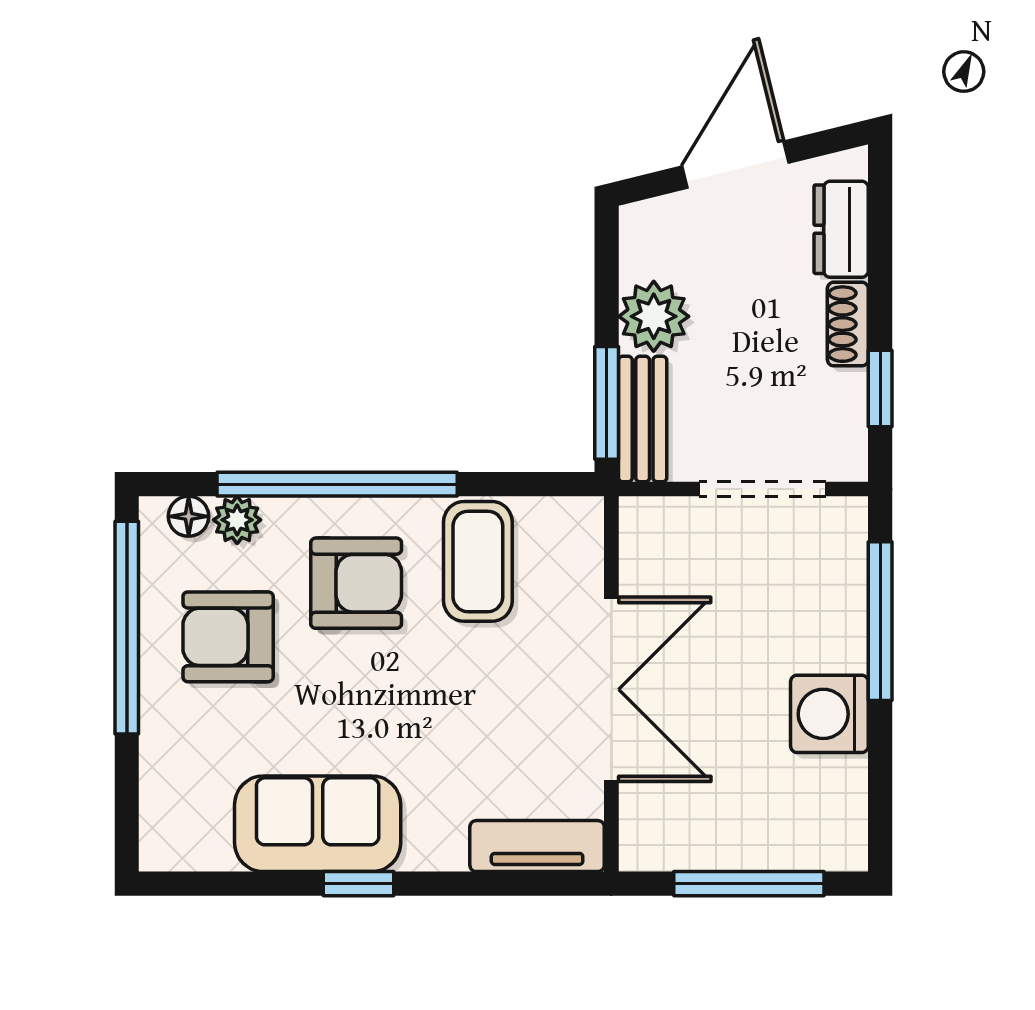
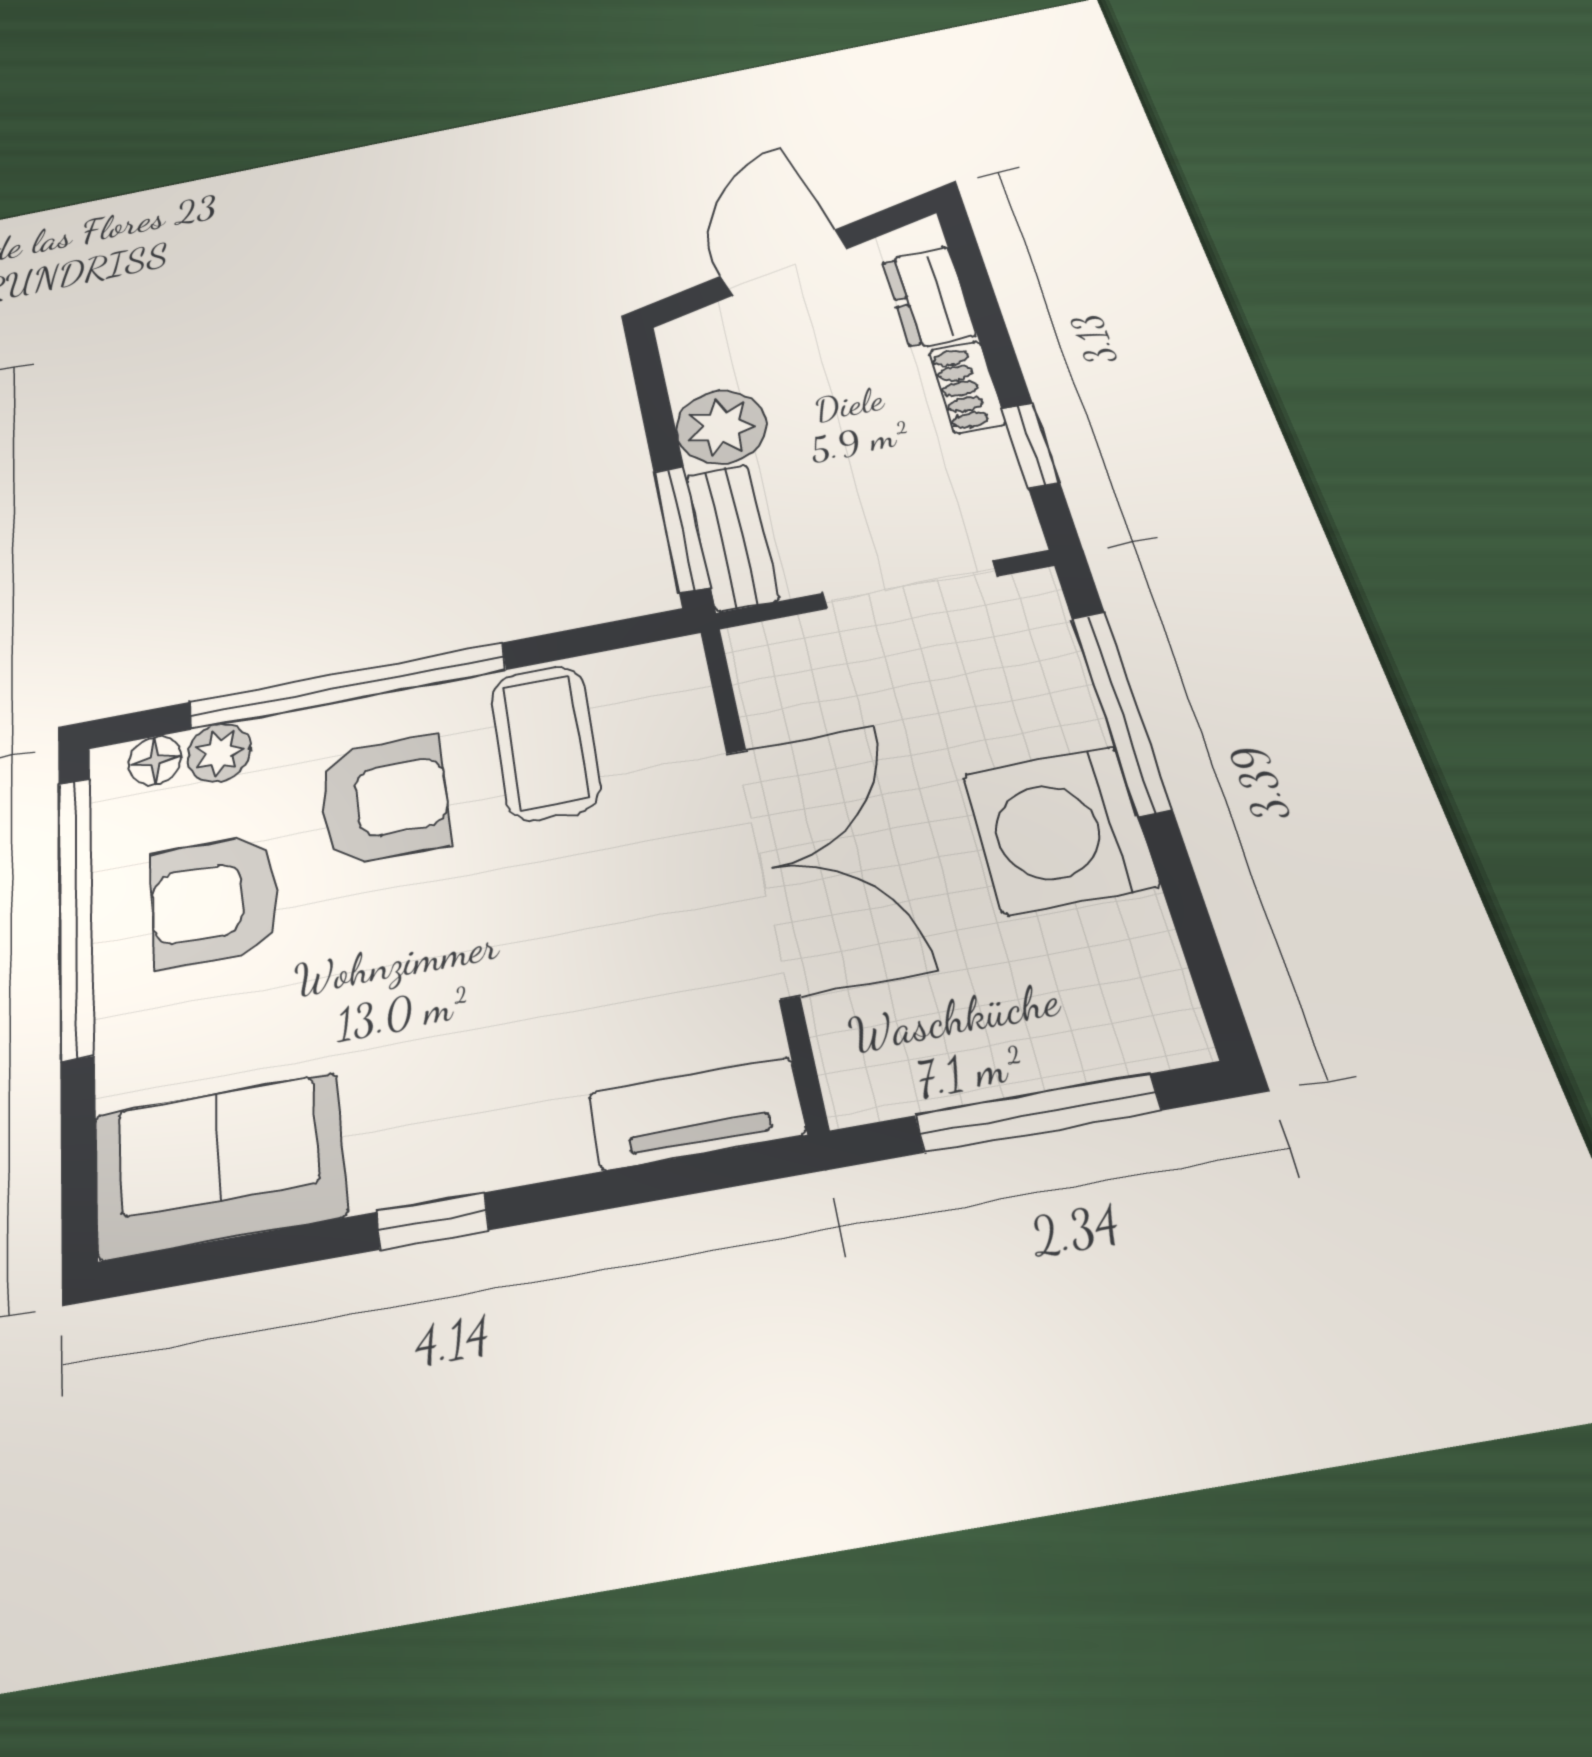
washing machine: (829, 714) -> (1060, 830), width x1.37, depth x1.37
sofa: (318, 824) -> (219, 1165), moved

